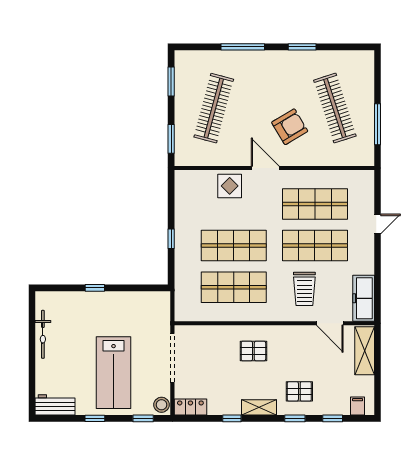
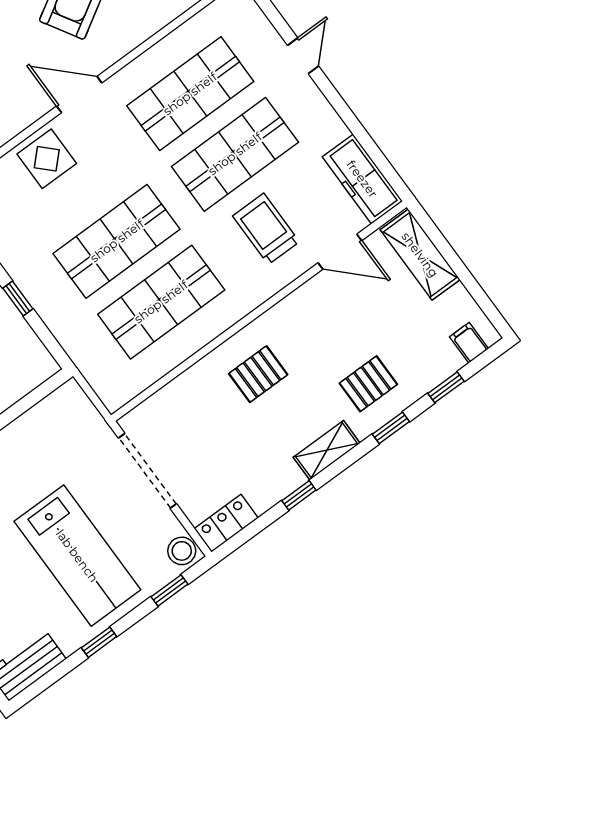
trolley: (304, 289) -> (266, 229), turned 180

